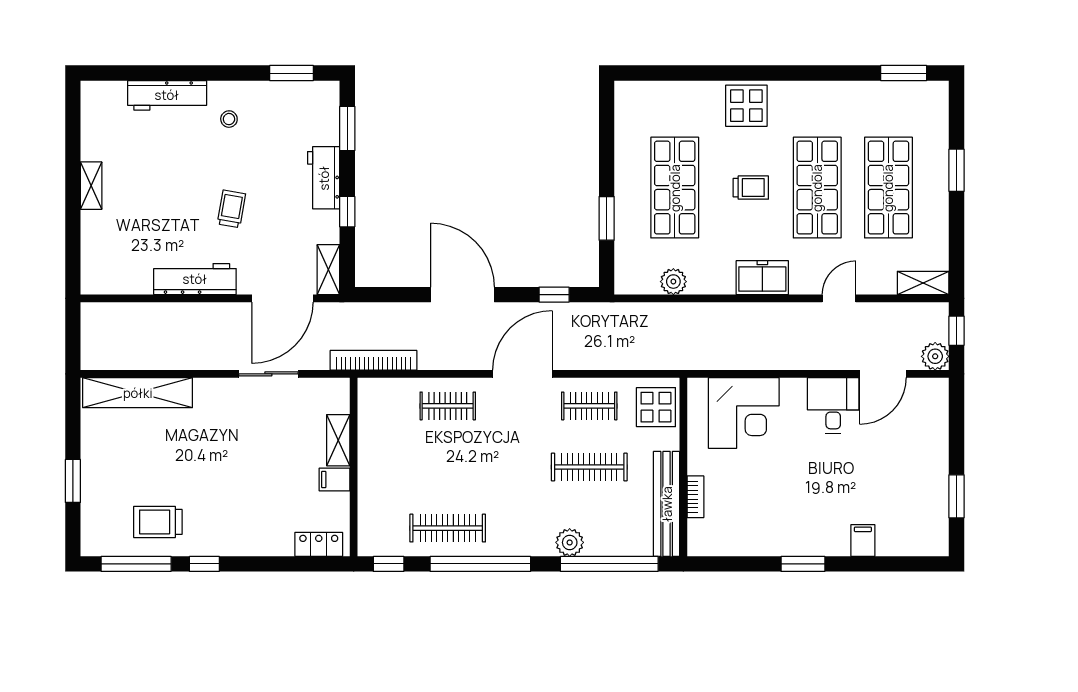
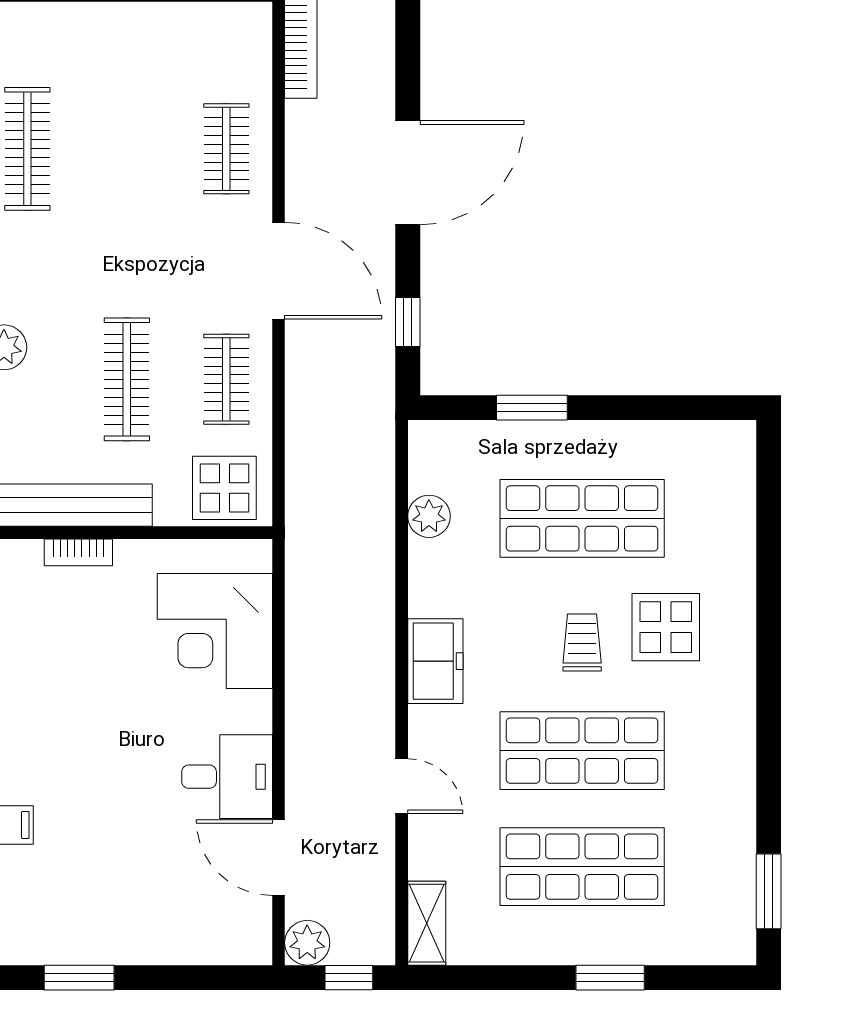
display table: (746, 106) -> (666, 627), moved
trolley: (751, 188) -> (582, 642), turned 180

